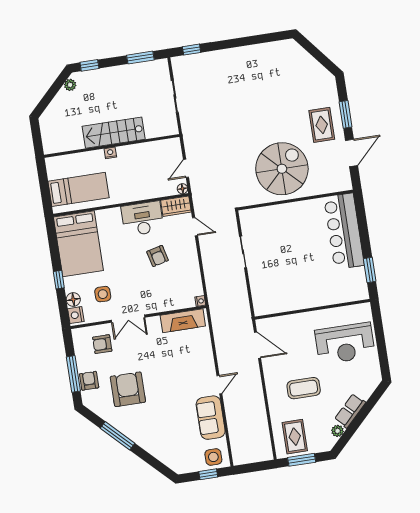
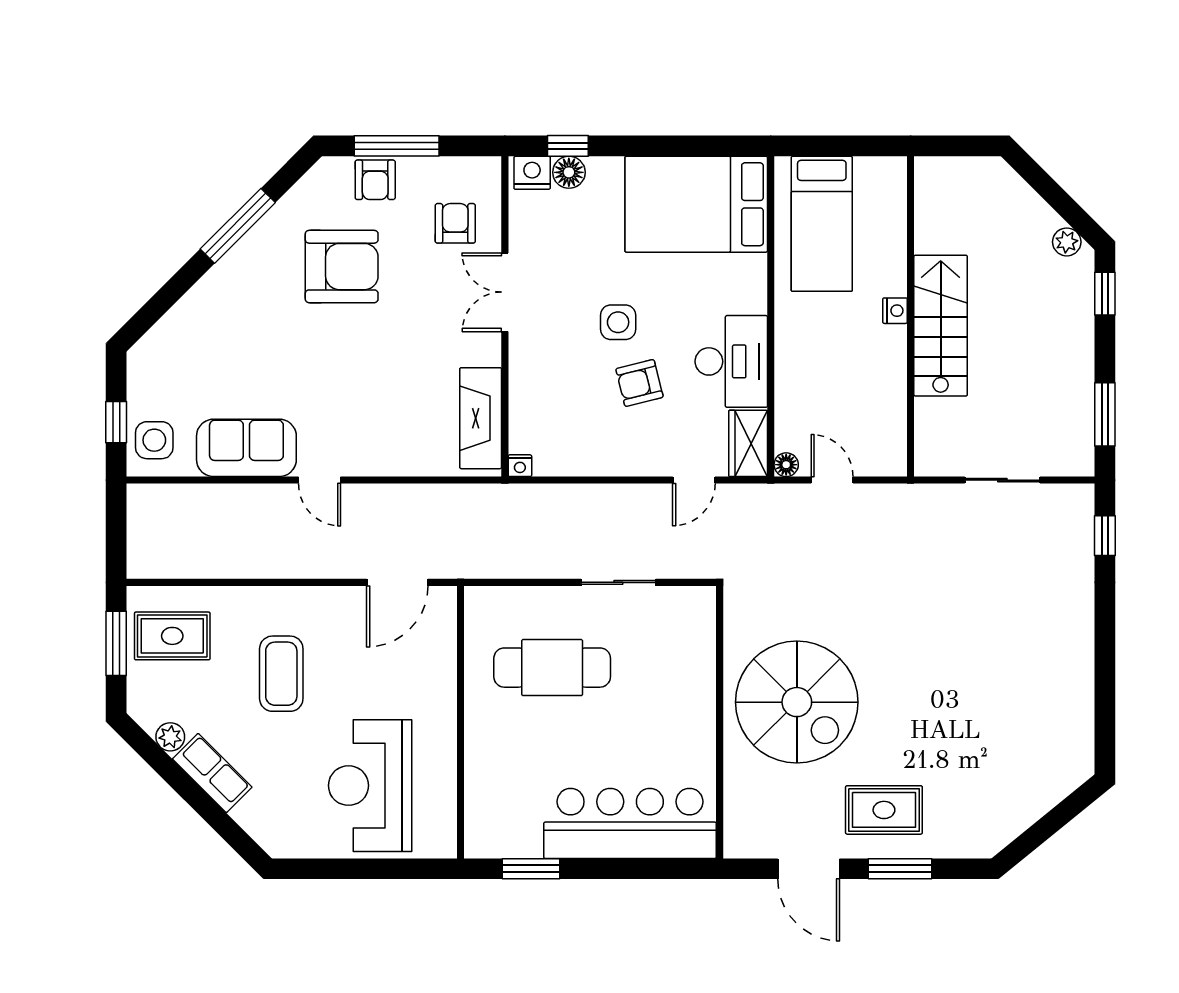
cafe table: (283, 274) -> (552, 668), added
window: (59, 280) -> (568, 146), moved
side table: (103, 294) -> (618, 322), moved
armchair: (89, 381) -> (375, 180), turned 90

